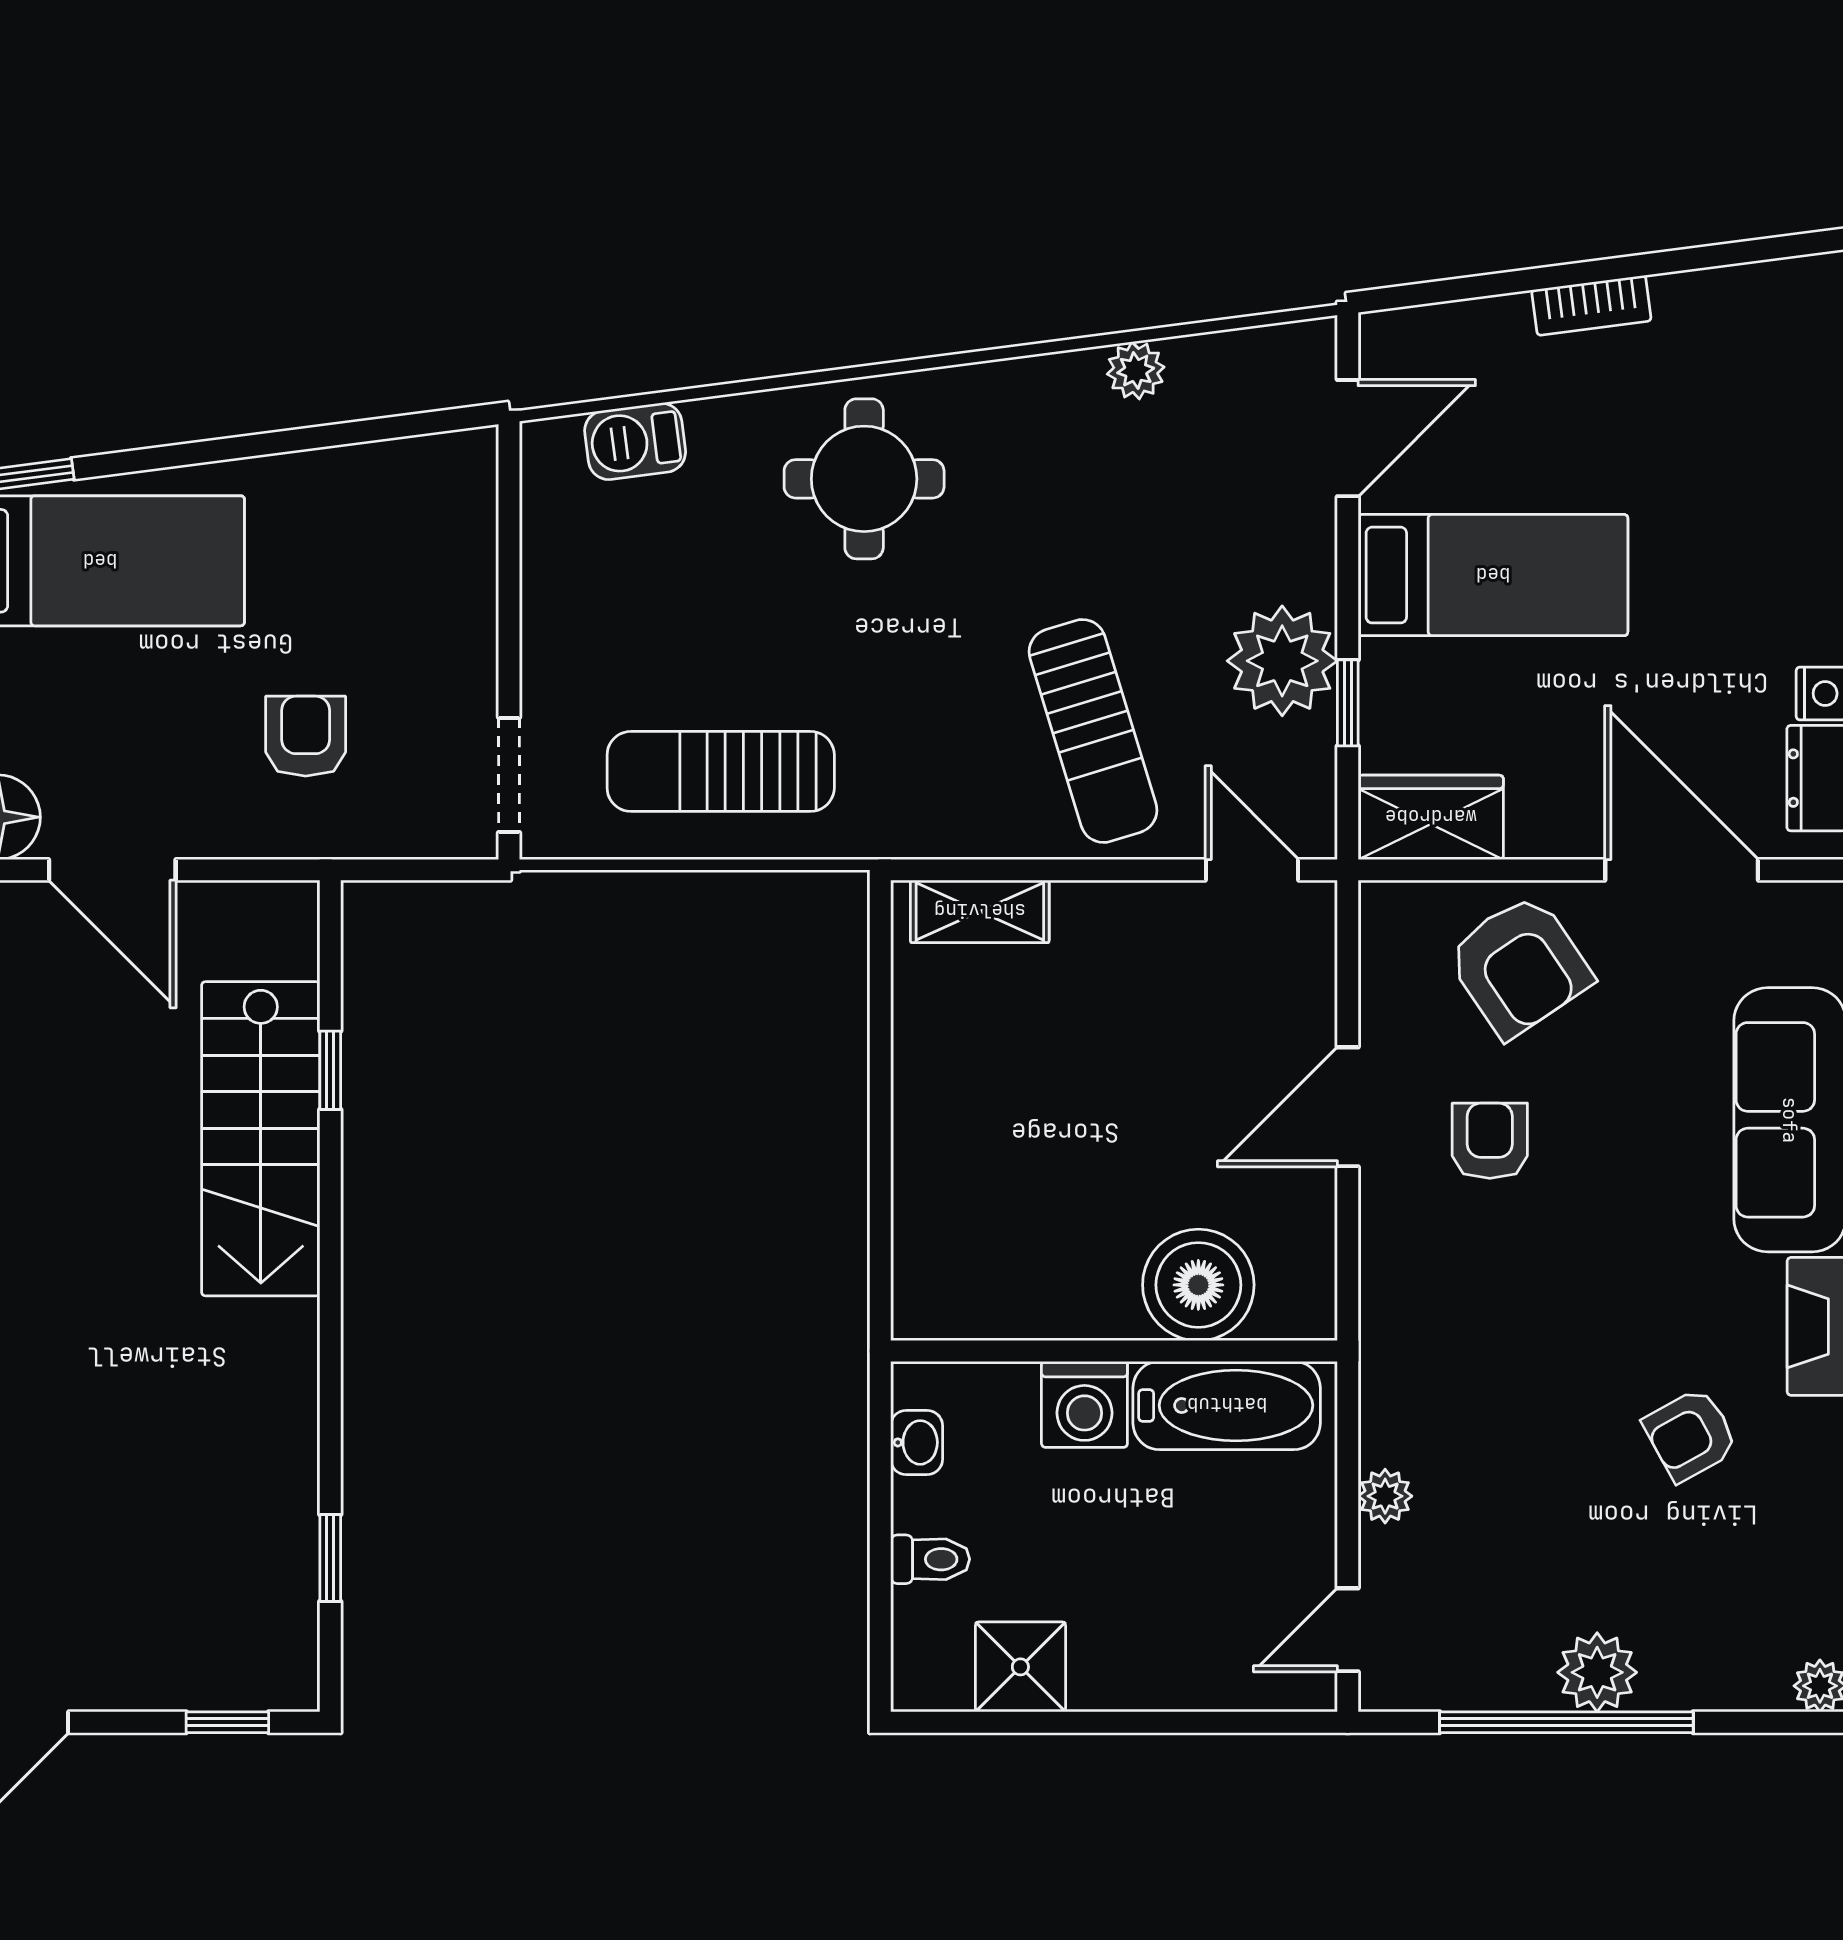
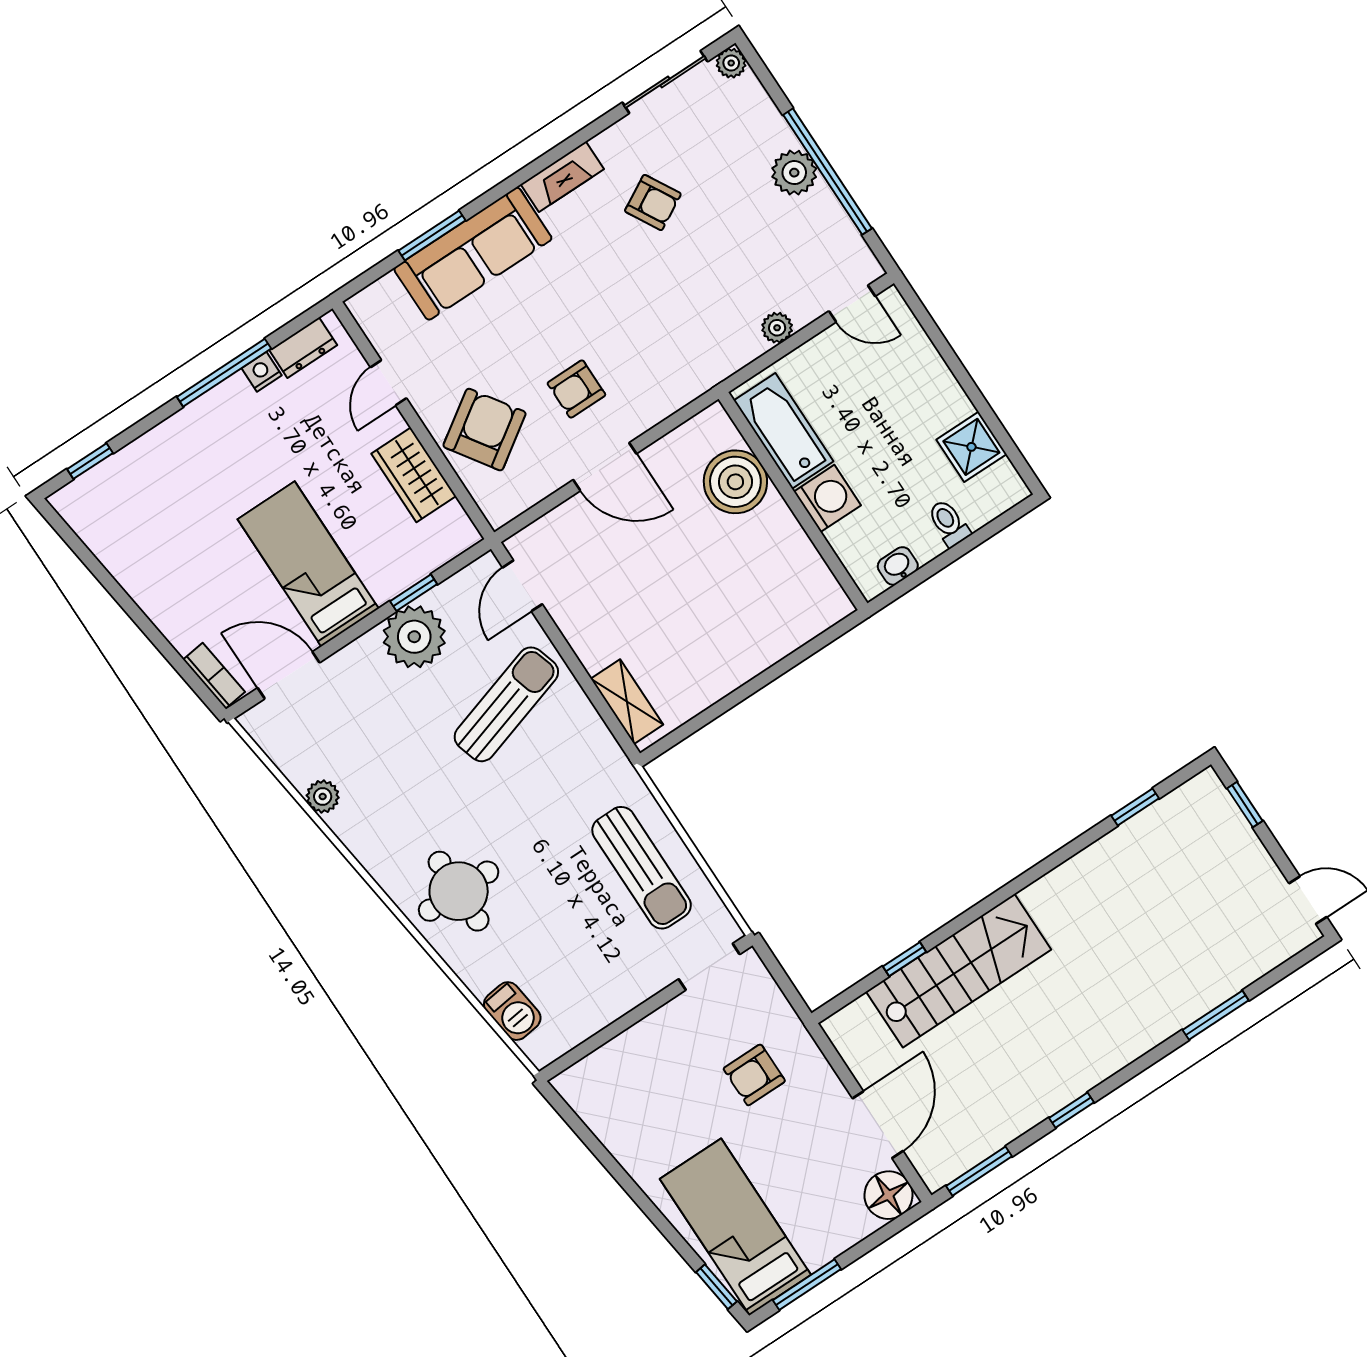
bookcase: (1591, 305) -> (214, 676), moved
wardrobe: (1431, 817) -> (414, 475), moved
door: (1682, 870) -> (389, 383), width x0.53

